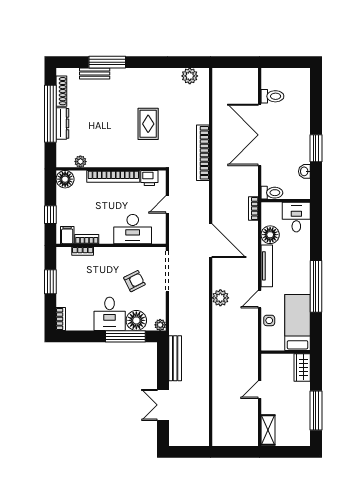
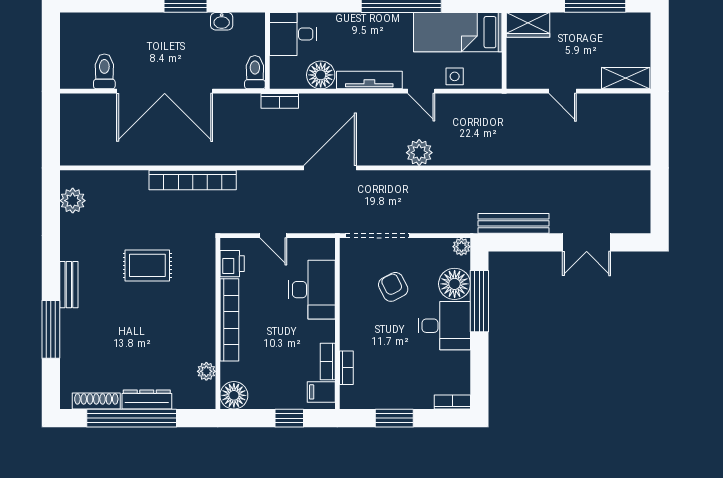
bench: (95, 74) -> (69, 285), moved

